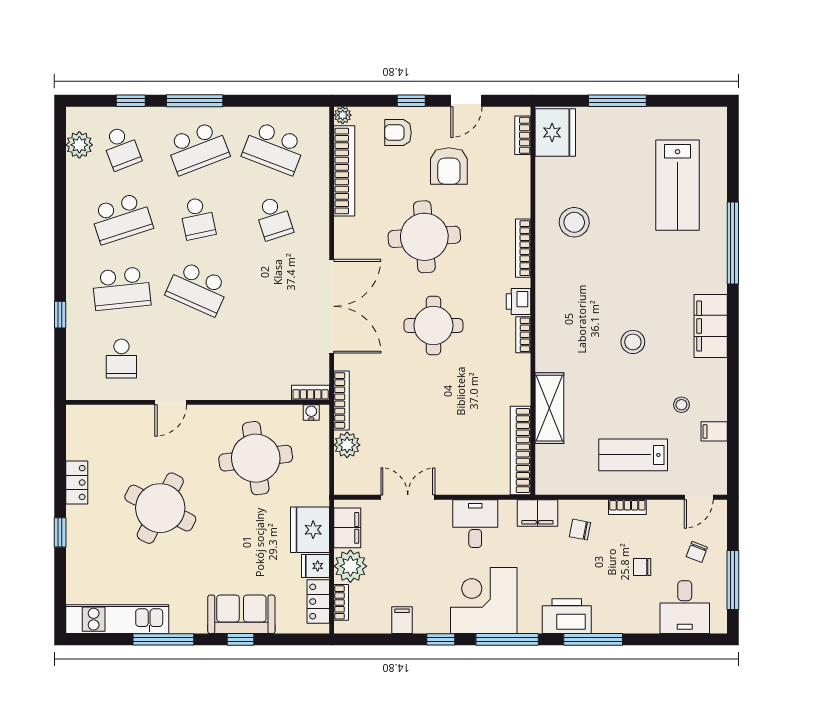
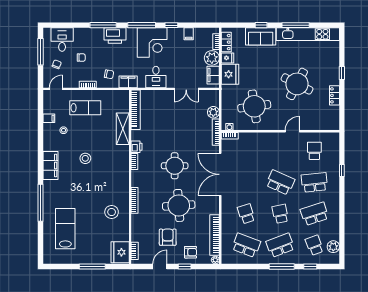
printer: (518, 302) -> (137, 147), moved
kitchen unit: (117, 619) -> (308, 34), width x1.36

